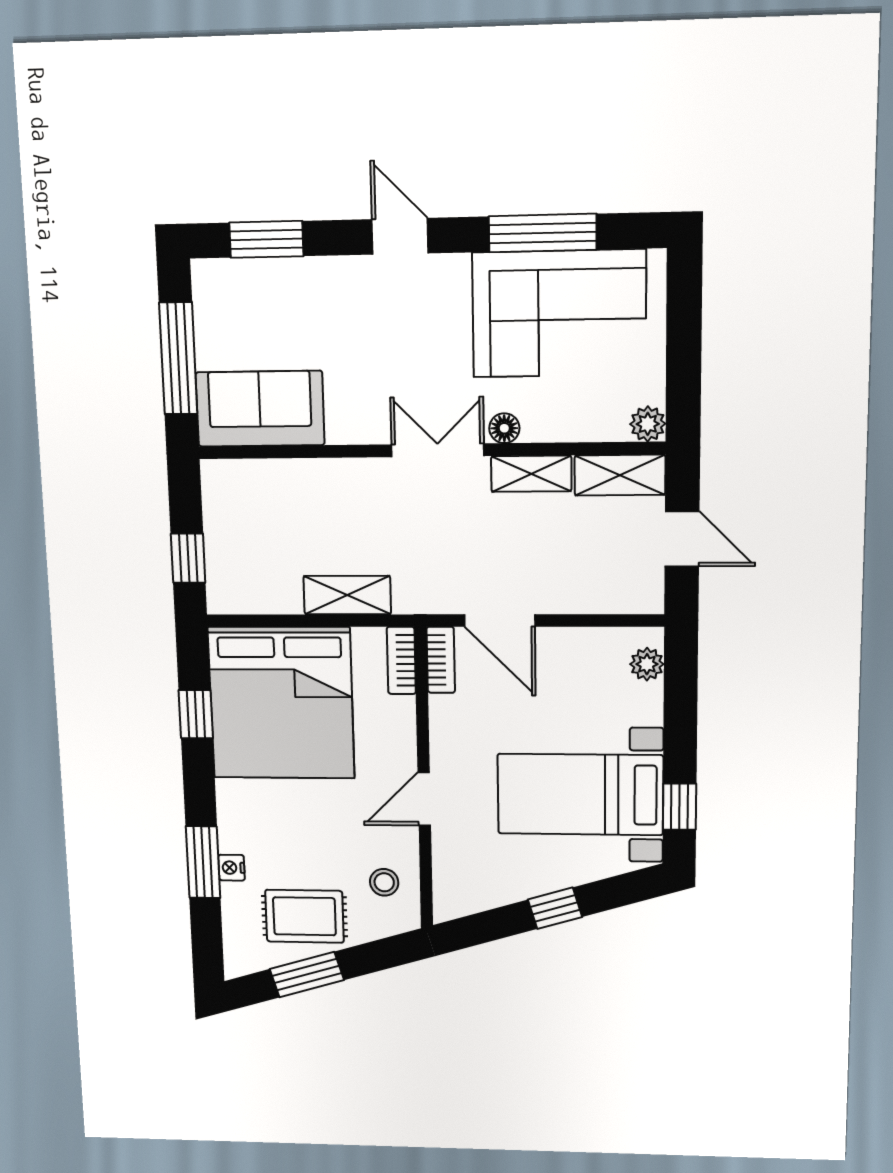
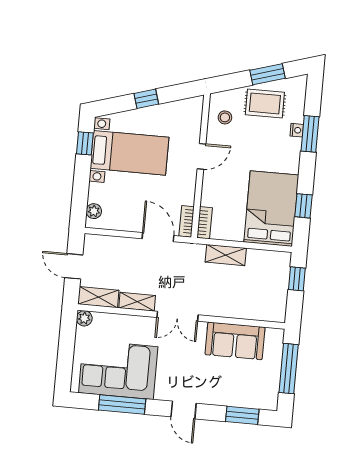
sofa: (260, 409) -> (235, 341), moved
floor lamp: (504, 428) -> (147, 323), removed
bed: (281, 703) -> (271, 209), width x0.73

